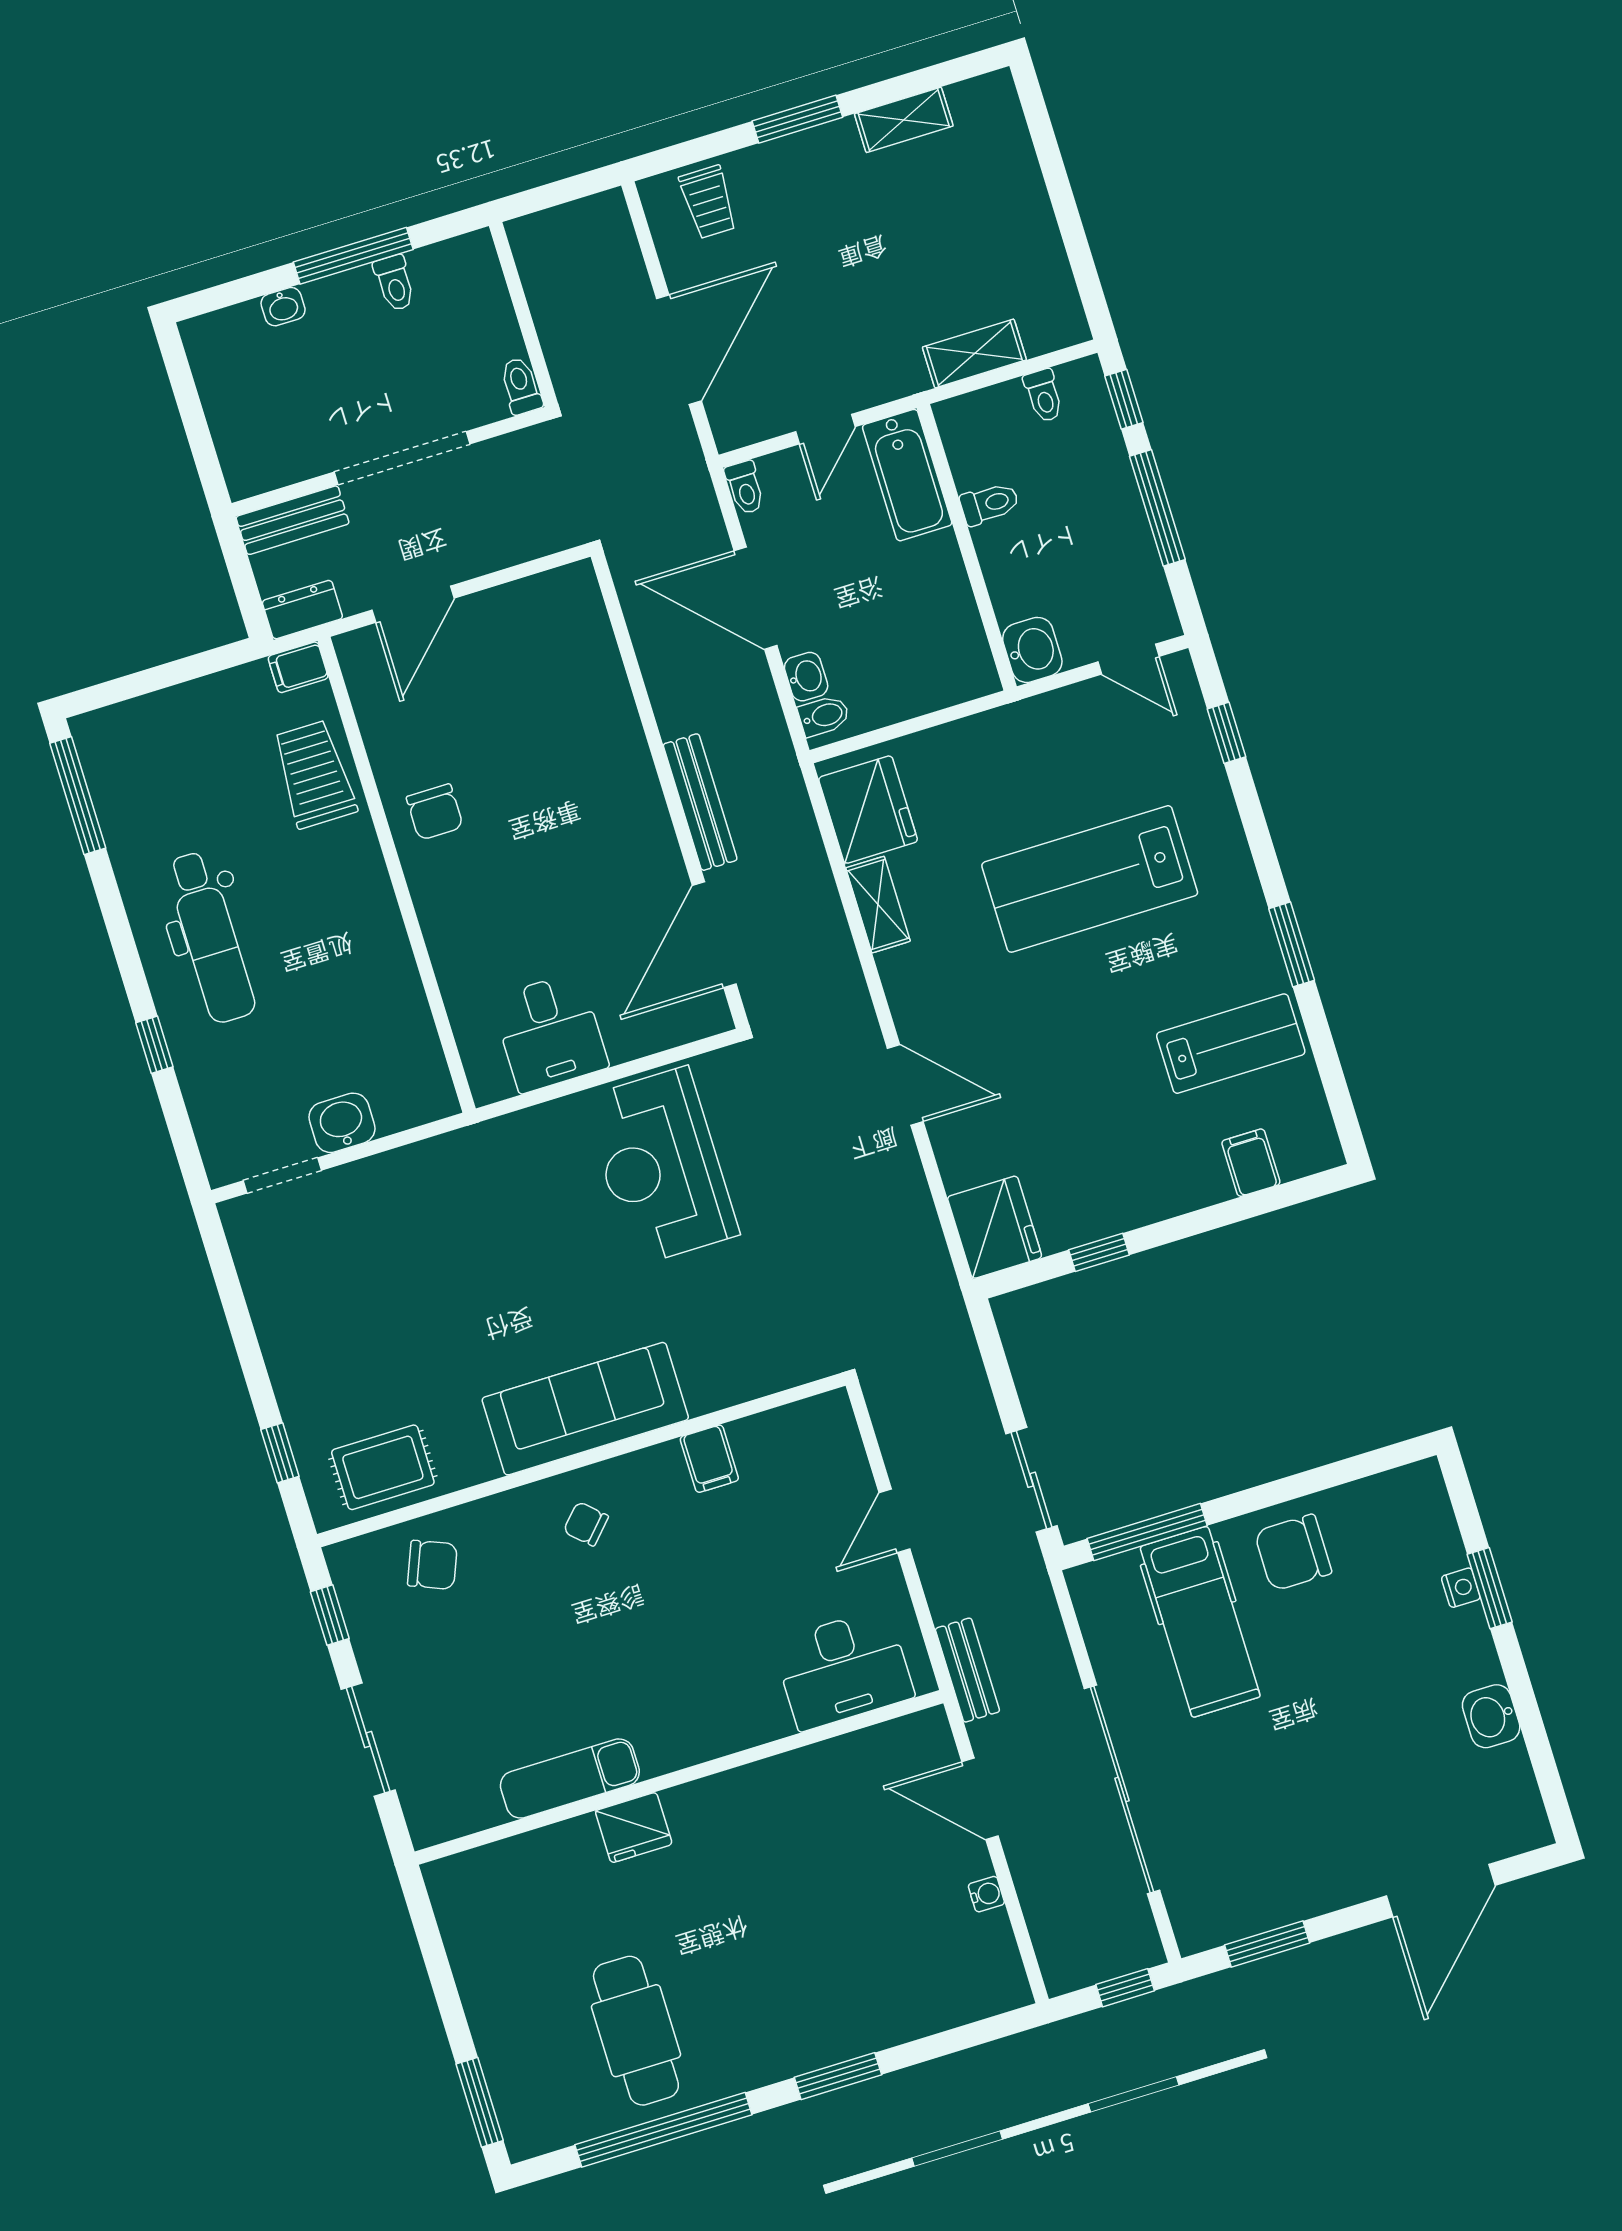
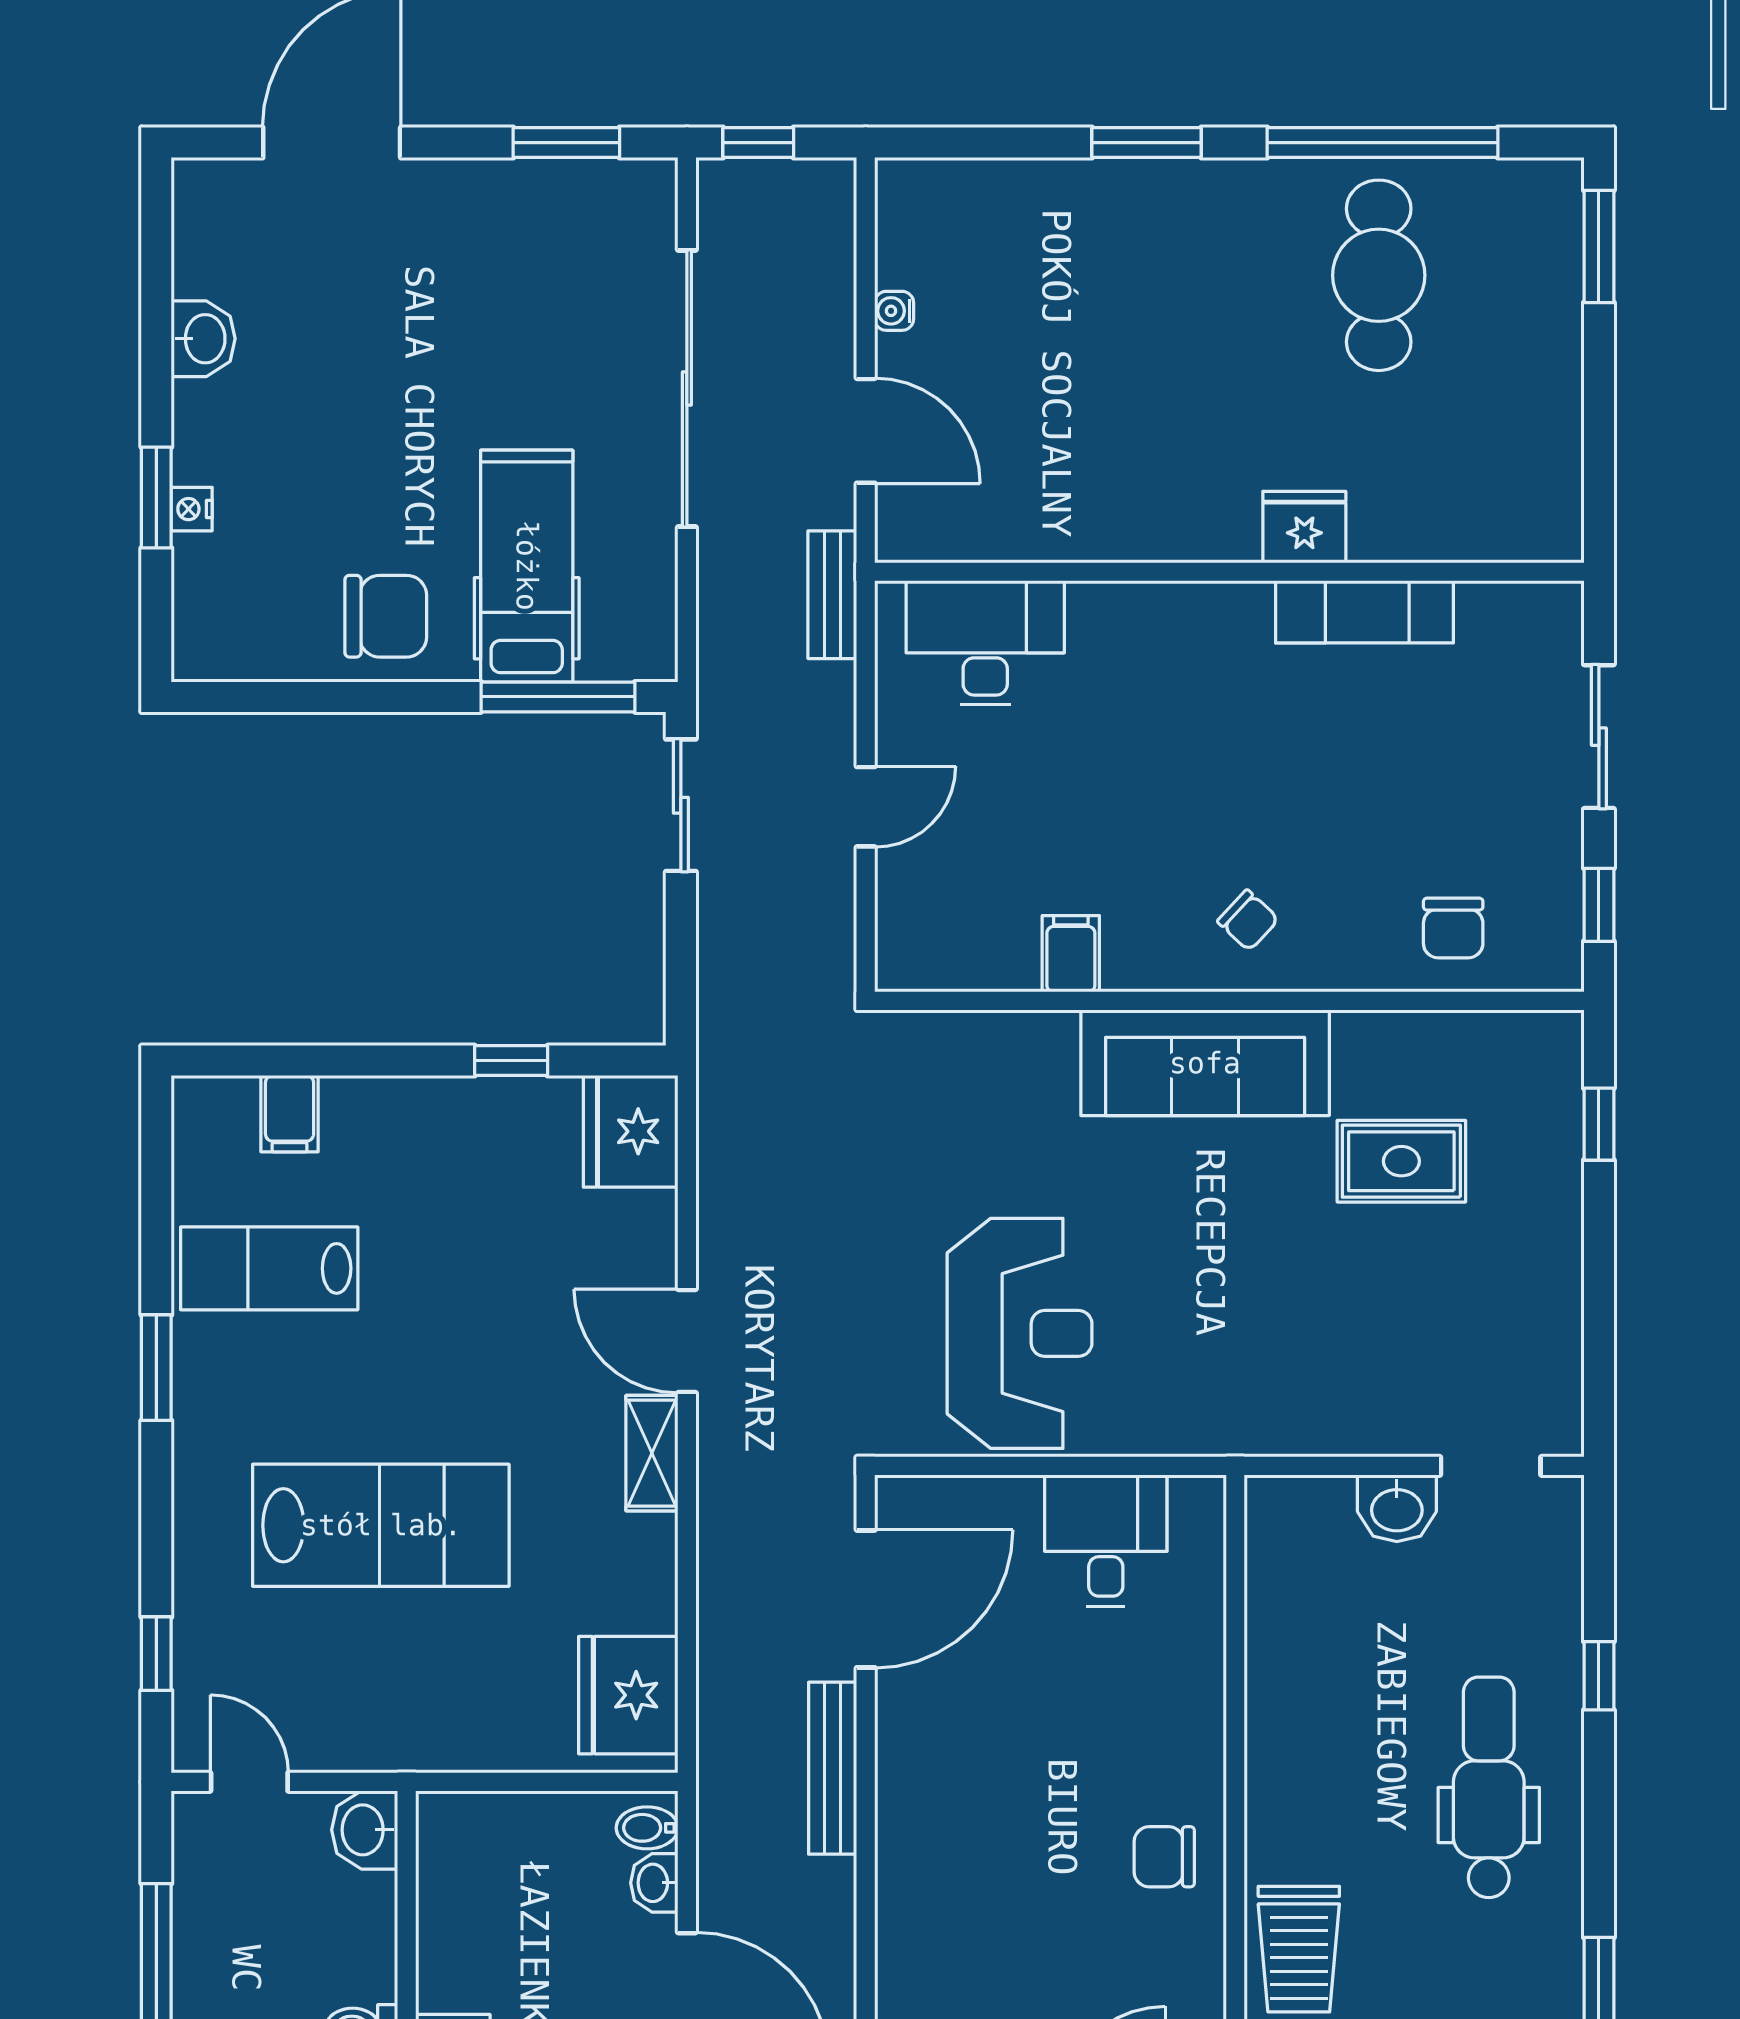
chair: (435, 812) -> (1164, 1857), turned -90
shelving: (878, 905) -> (652, 1453), moved
rug: (383, 1467) -> (1401, 1161), moved
chair: (432, 1565) -> (1453, 928), turned -112

